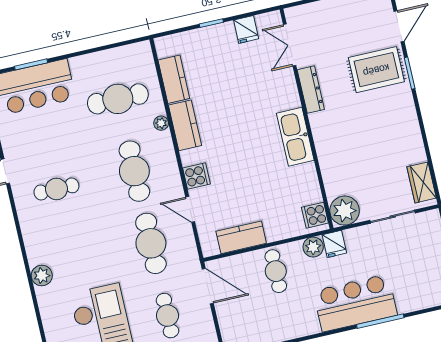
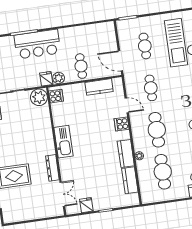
cafe table: (118, 99) -> (163, 172), turned 90
cafe table: (151, 243) -> (151, 88), width x0.73, depth x0.74

